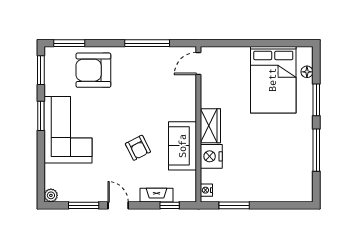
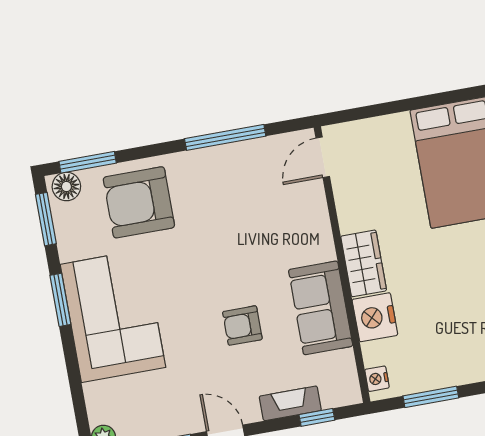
floor lamp: (55, 54) -> (66, 187), added
armchair: (138, 148) -> (242, 326), turned 117

